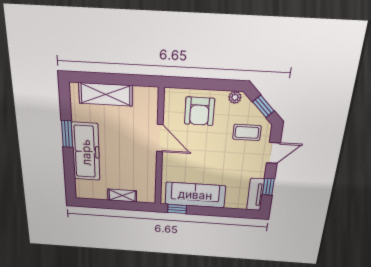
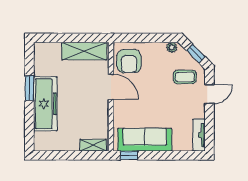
shelving: (106, 94) -> (84, 51), moved
armchair: (199, 111) -> (129, 61), moved
window: (268, 187) -> (209, 127), removed
shelving: (122, 196) -> (93, 145), moved

